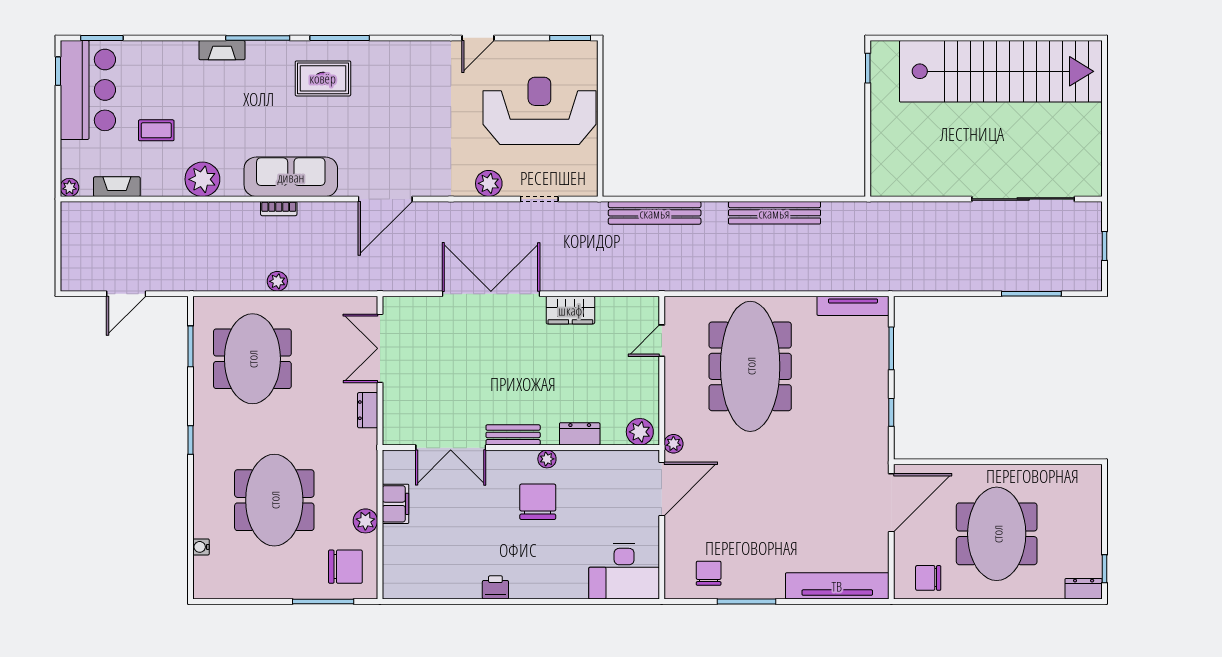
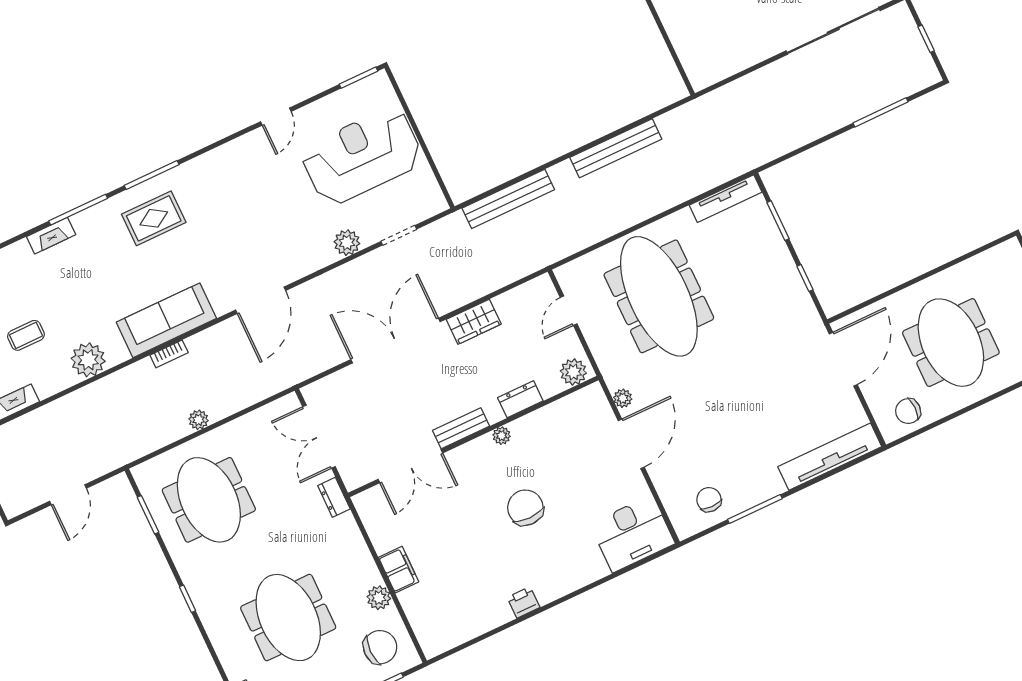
plant: (640, 432) -> (573, 372), moved
dresser: (580, 434) -> (520, 399), moved
bench: (513, 435) -> (461, 428), moved
double door: (451, 448) -> (410, 466), moved
wall: (521, 448) -> (473, 436), moved
plant: (547, 459) -> (502, 436), moved

